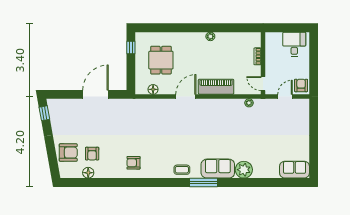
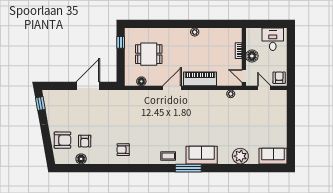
dining table: (161, 60) -> (149, 54), turned 90
floor lamp: (272, 62) -> (252, 56), added
door: (285, 97) -> (264, 88), hinge flipped
plant: (244, 170) -> (240, 156), moved

